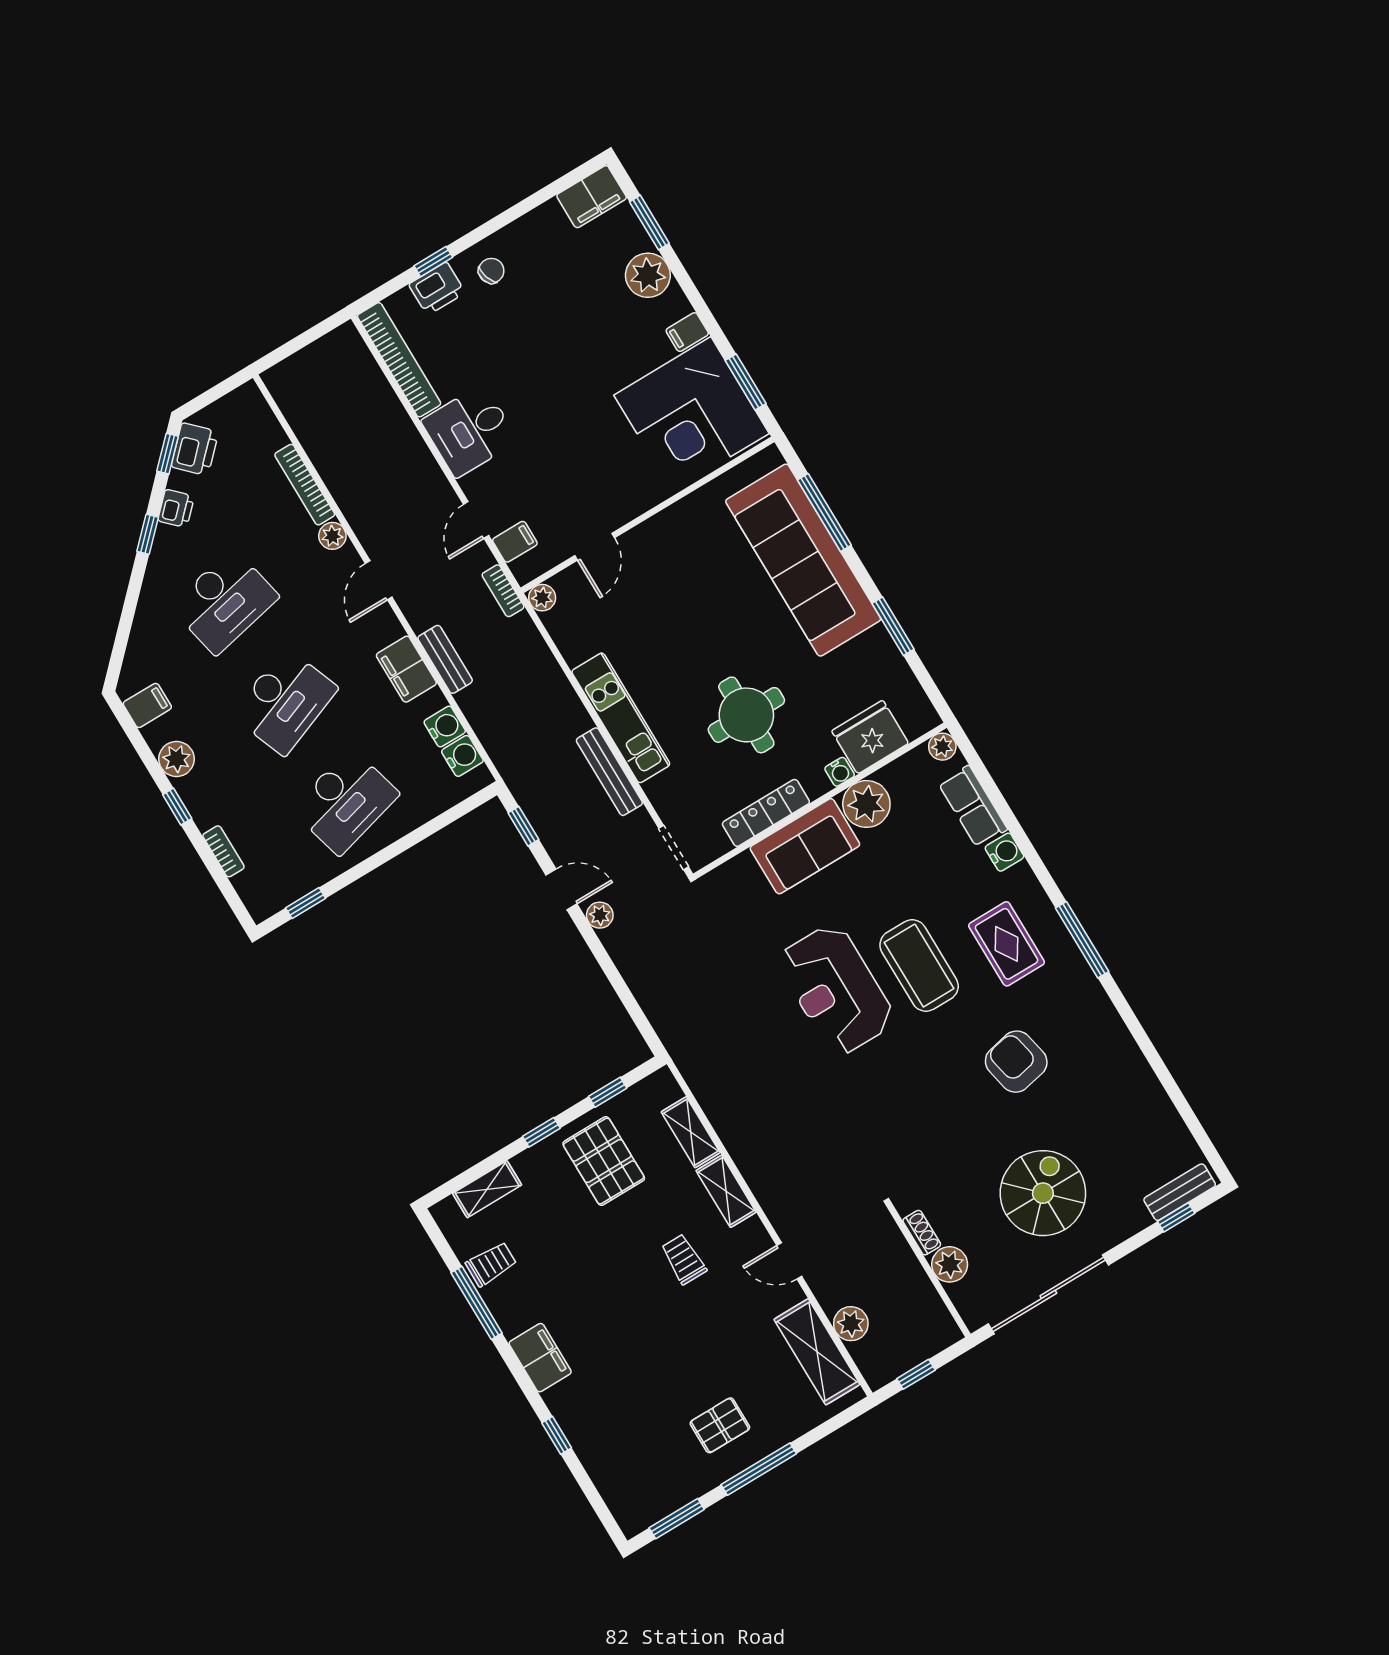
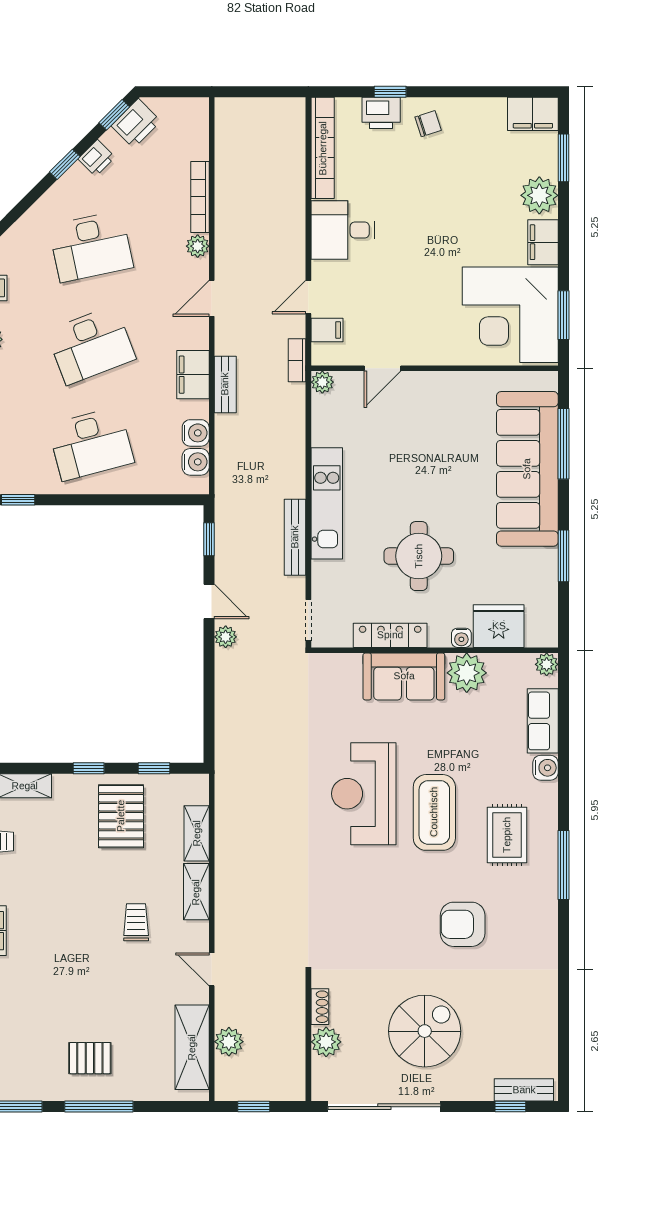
filing cabinet: (687, 332) -> (543, 242), width x2.00
armchair: (1016, 1062) -> (463, 924), turned -78

